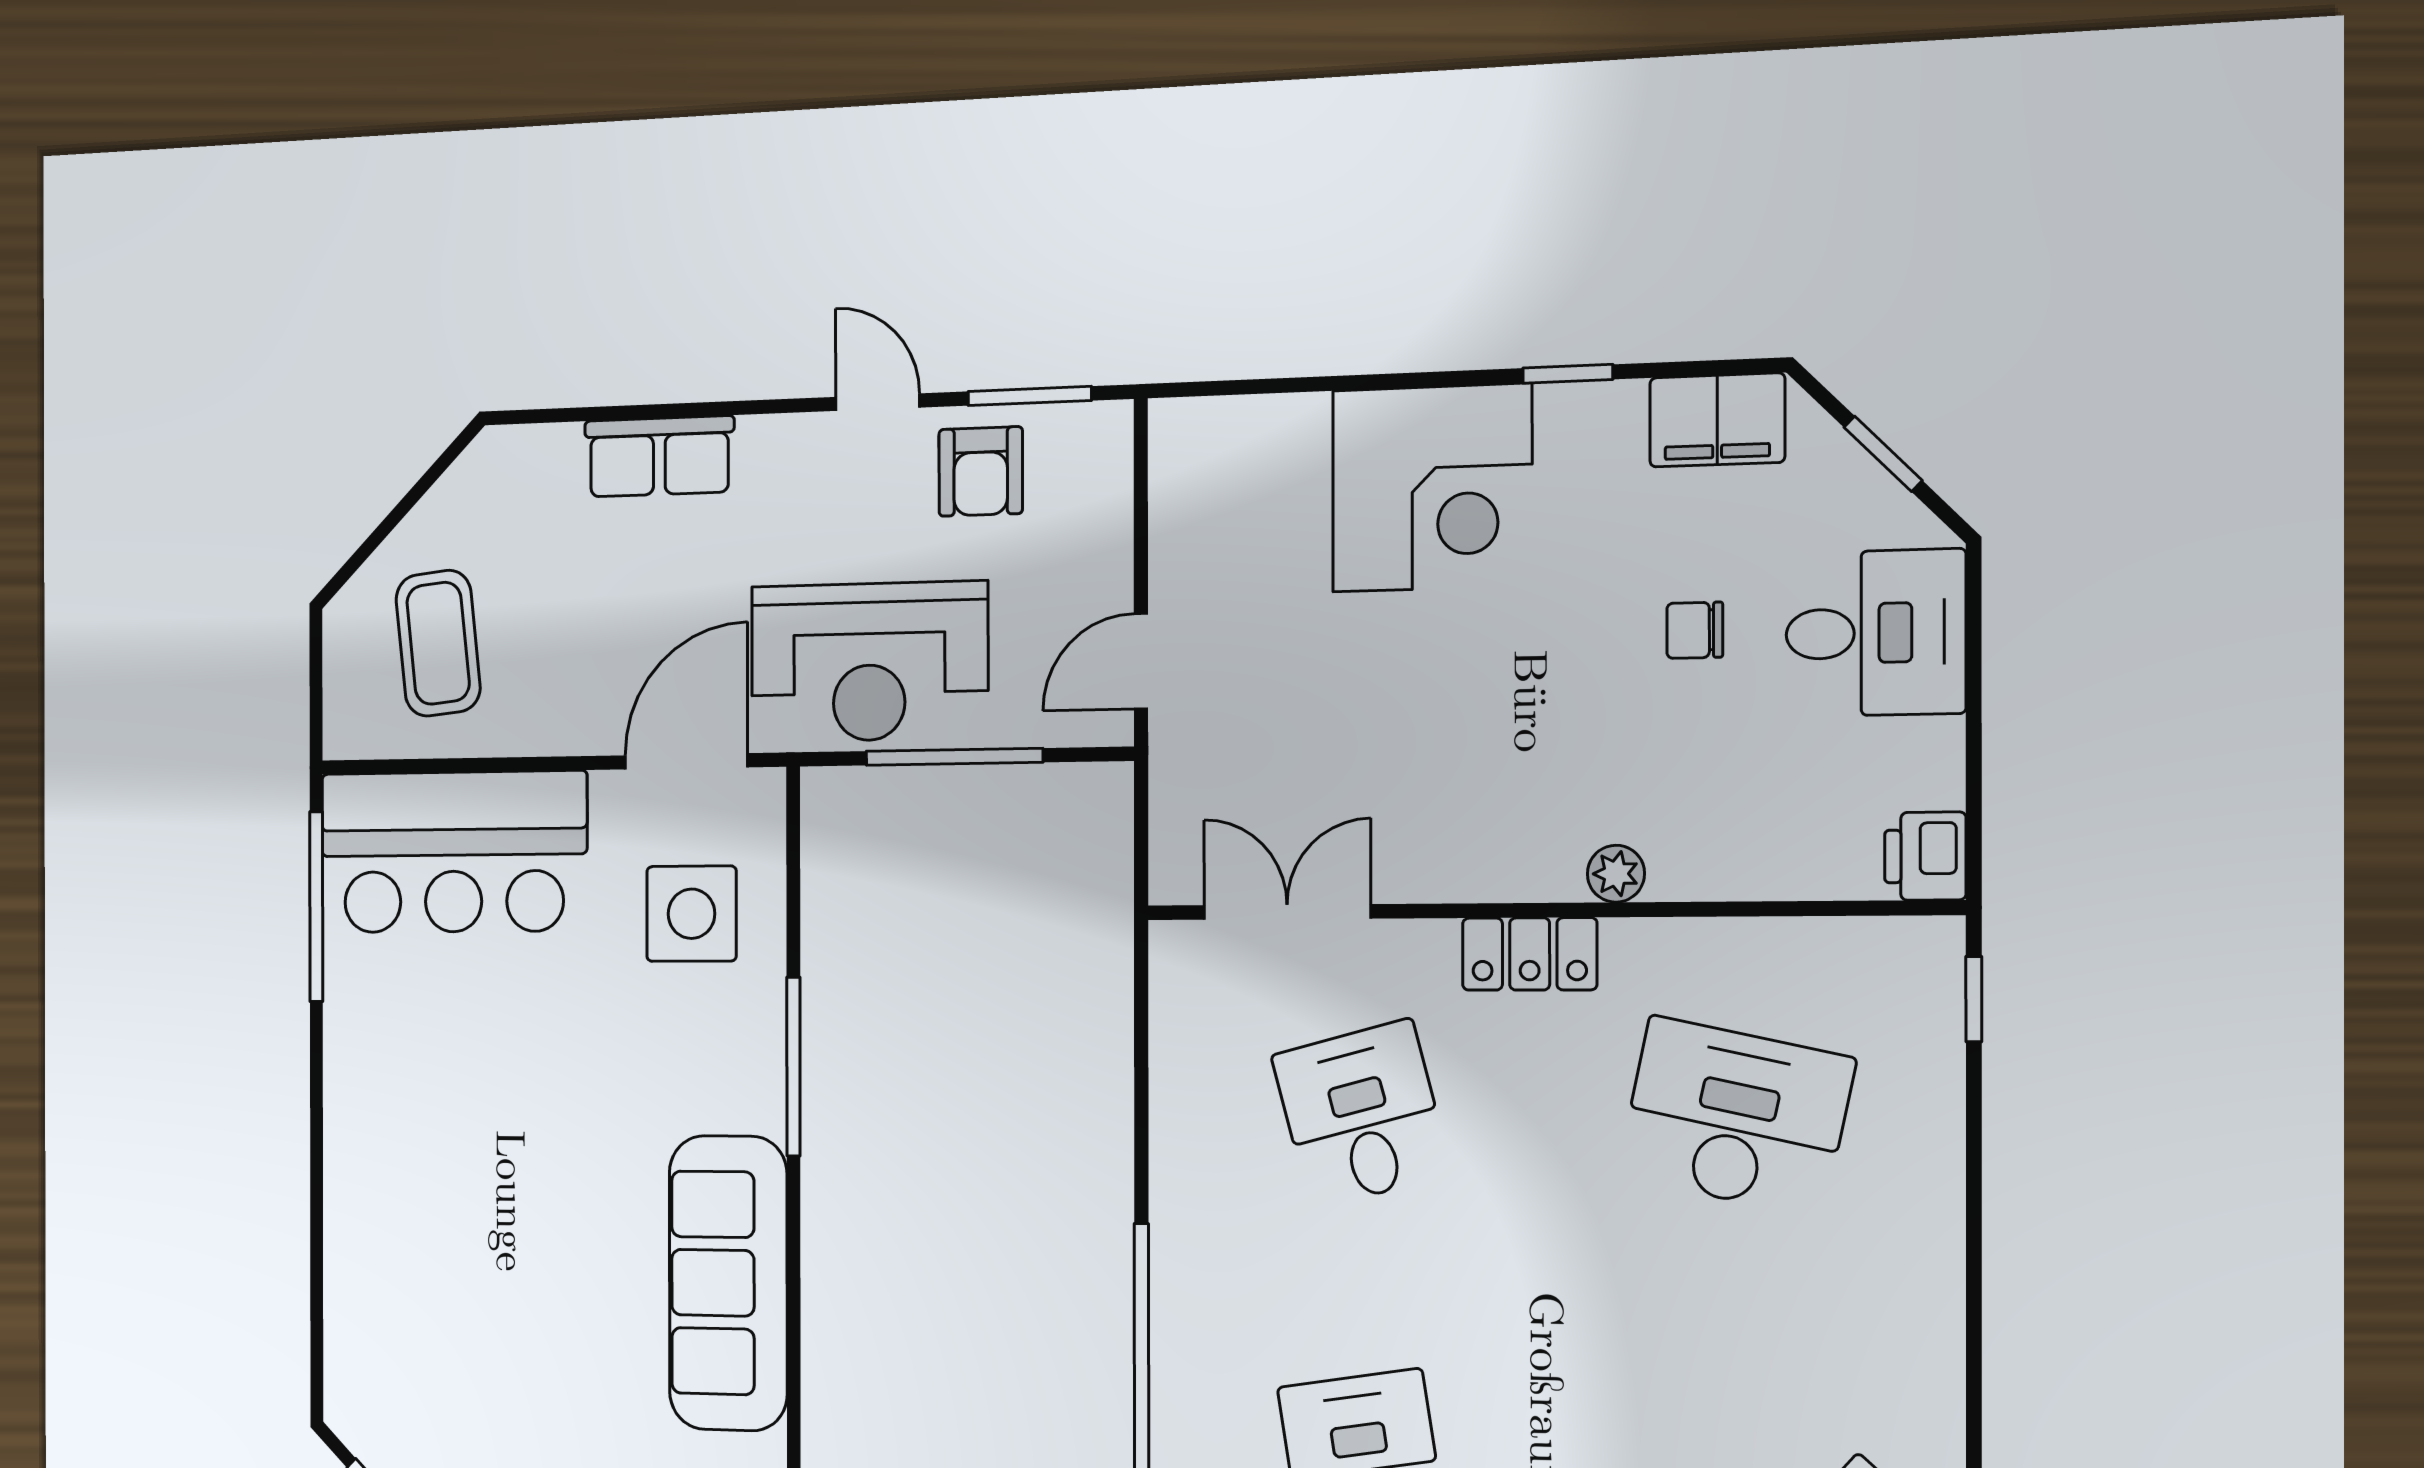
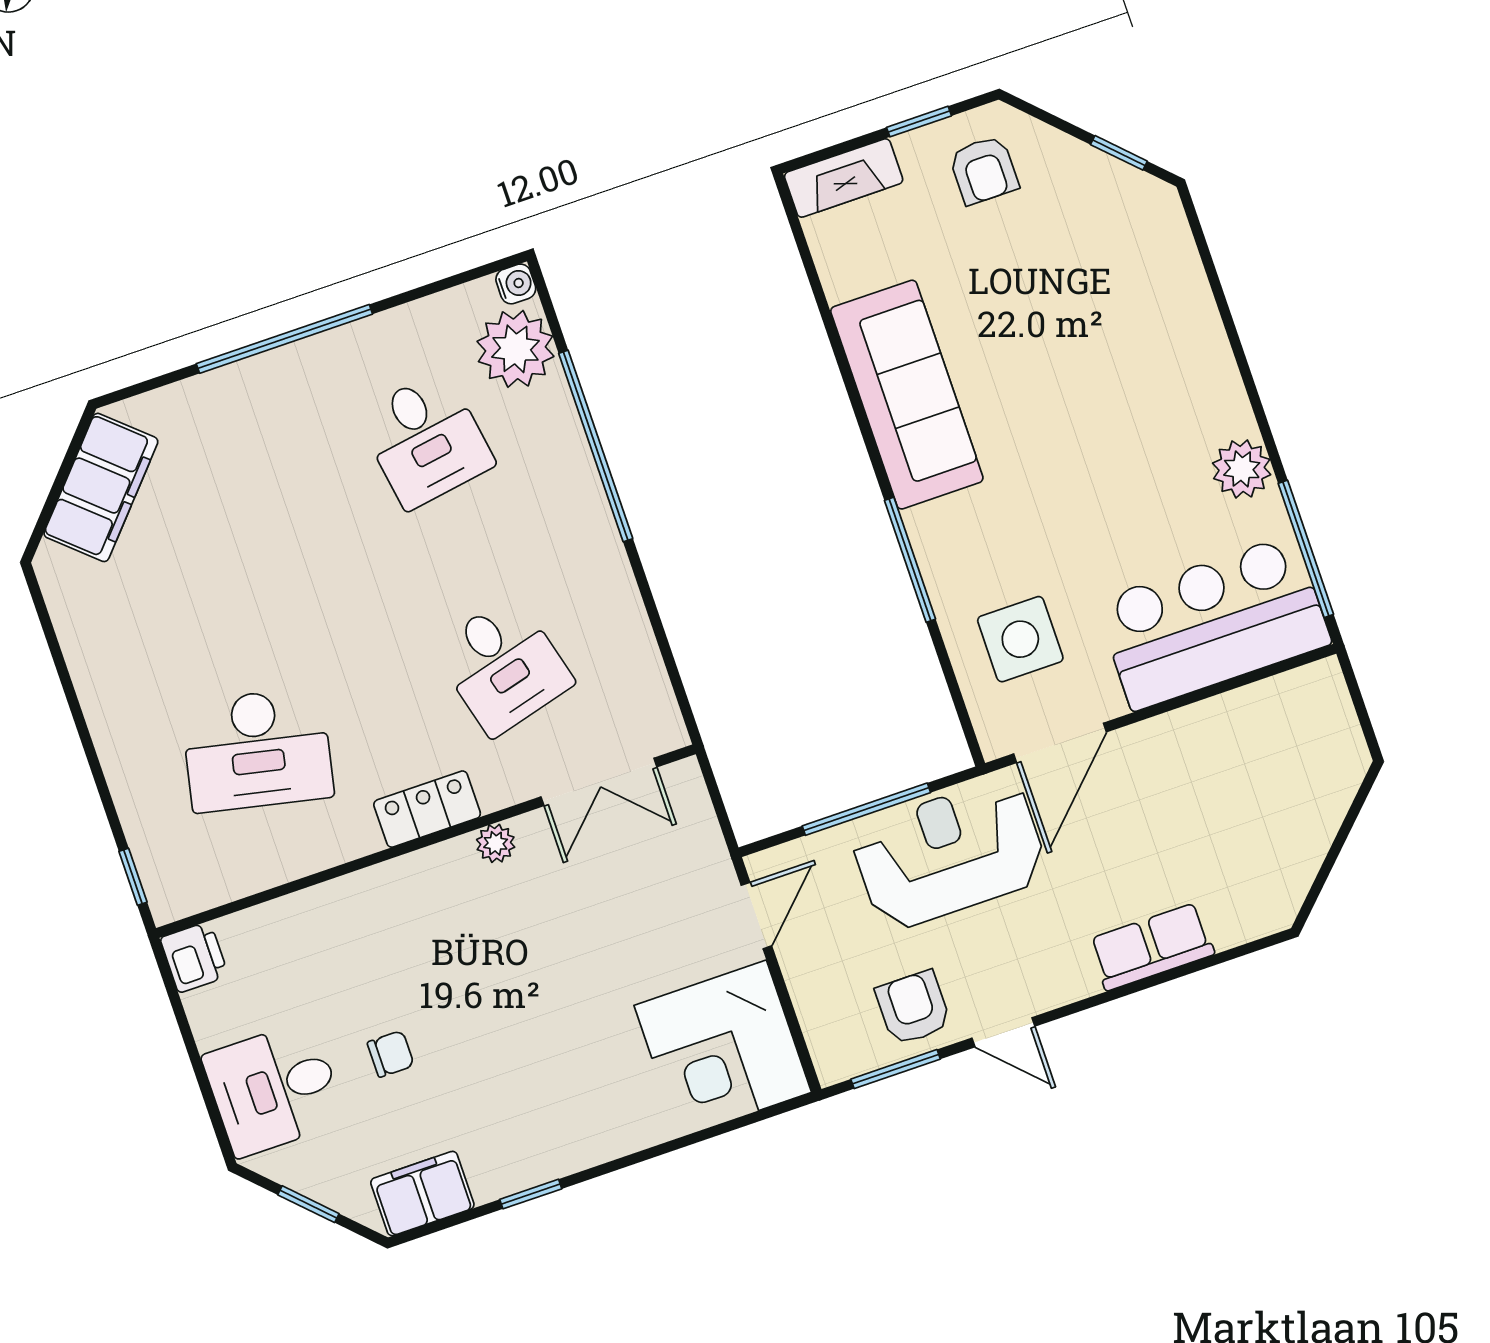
corner desk: (1432, 488) -> (723, 1049), moved, turned -90
coffee table: (438, 643) -> (1275, 765), removed
plant: (1616, 874) -> (496, 843), moved
plant: (359, 1036) -> (1242, 469), added

